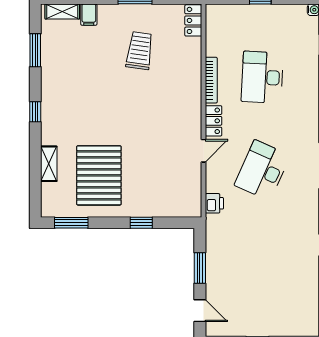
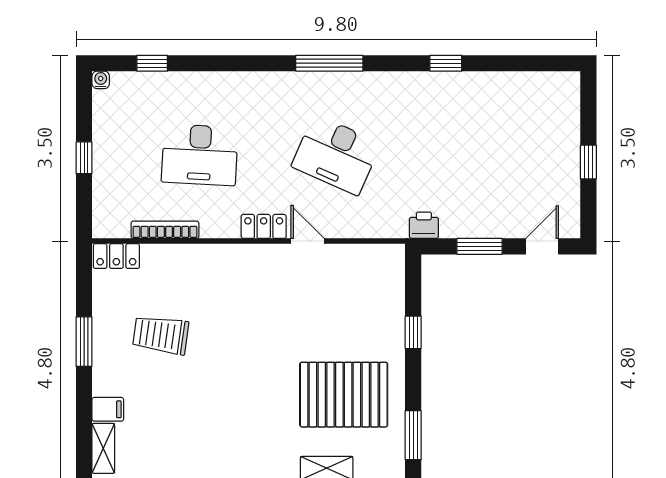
bookcase: (211, 80) -> (165, 230), moved
printer: (214, 203) -> (424, 225), moved

